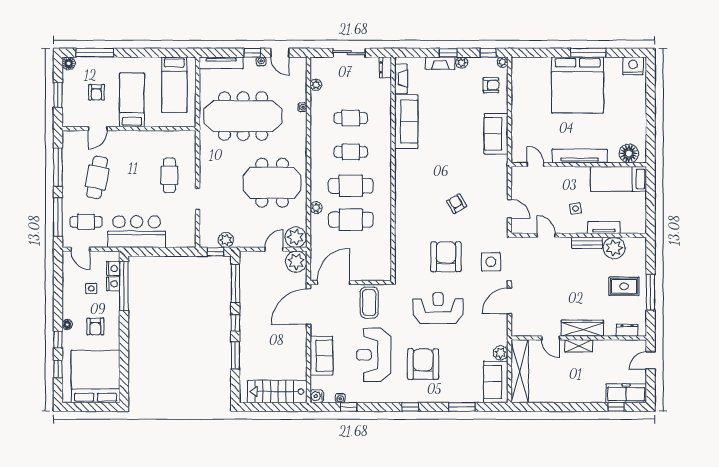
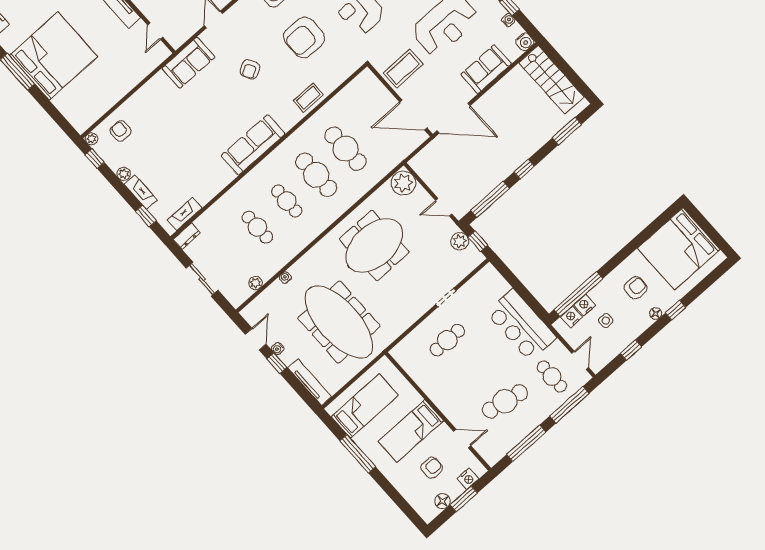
window: (95, 53) -> (358, 454), moved
window: (448, 53) -> (146, 216), moved
floor lamp: (69, 63) -> (443, 501), moved
nightstand: (69, 109) -> (468, 479), added
sofa: (406, 121) -> (253, 145), moved
sofa: (496, 134) -> (188, 63), moved
meeting table: (272, 183) -> (374, 245), turned 90
plant: (316, 208) -> (362, 188), removed
coffee table: (405, 225) -> (308, 98), added
door: (274, 249) -> (444, 207), moved
plant: (296, 262) -> (424, 164), removed
window: (235, 355) -> (567, 131), moved
window: (58, 369) -> (631, 350), moved

